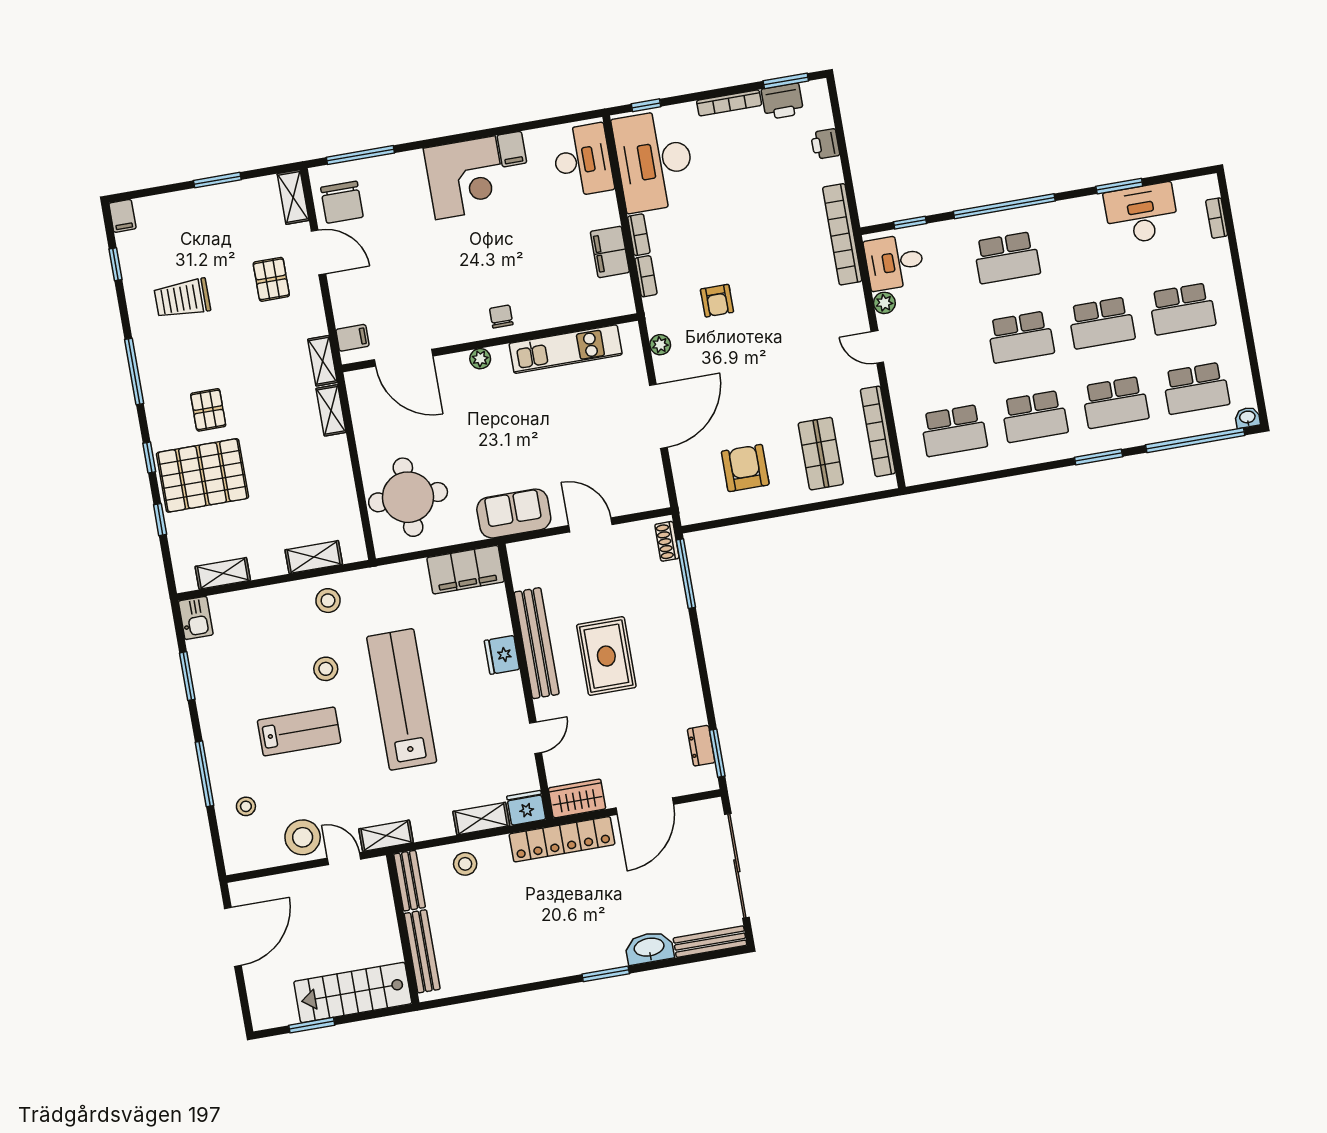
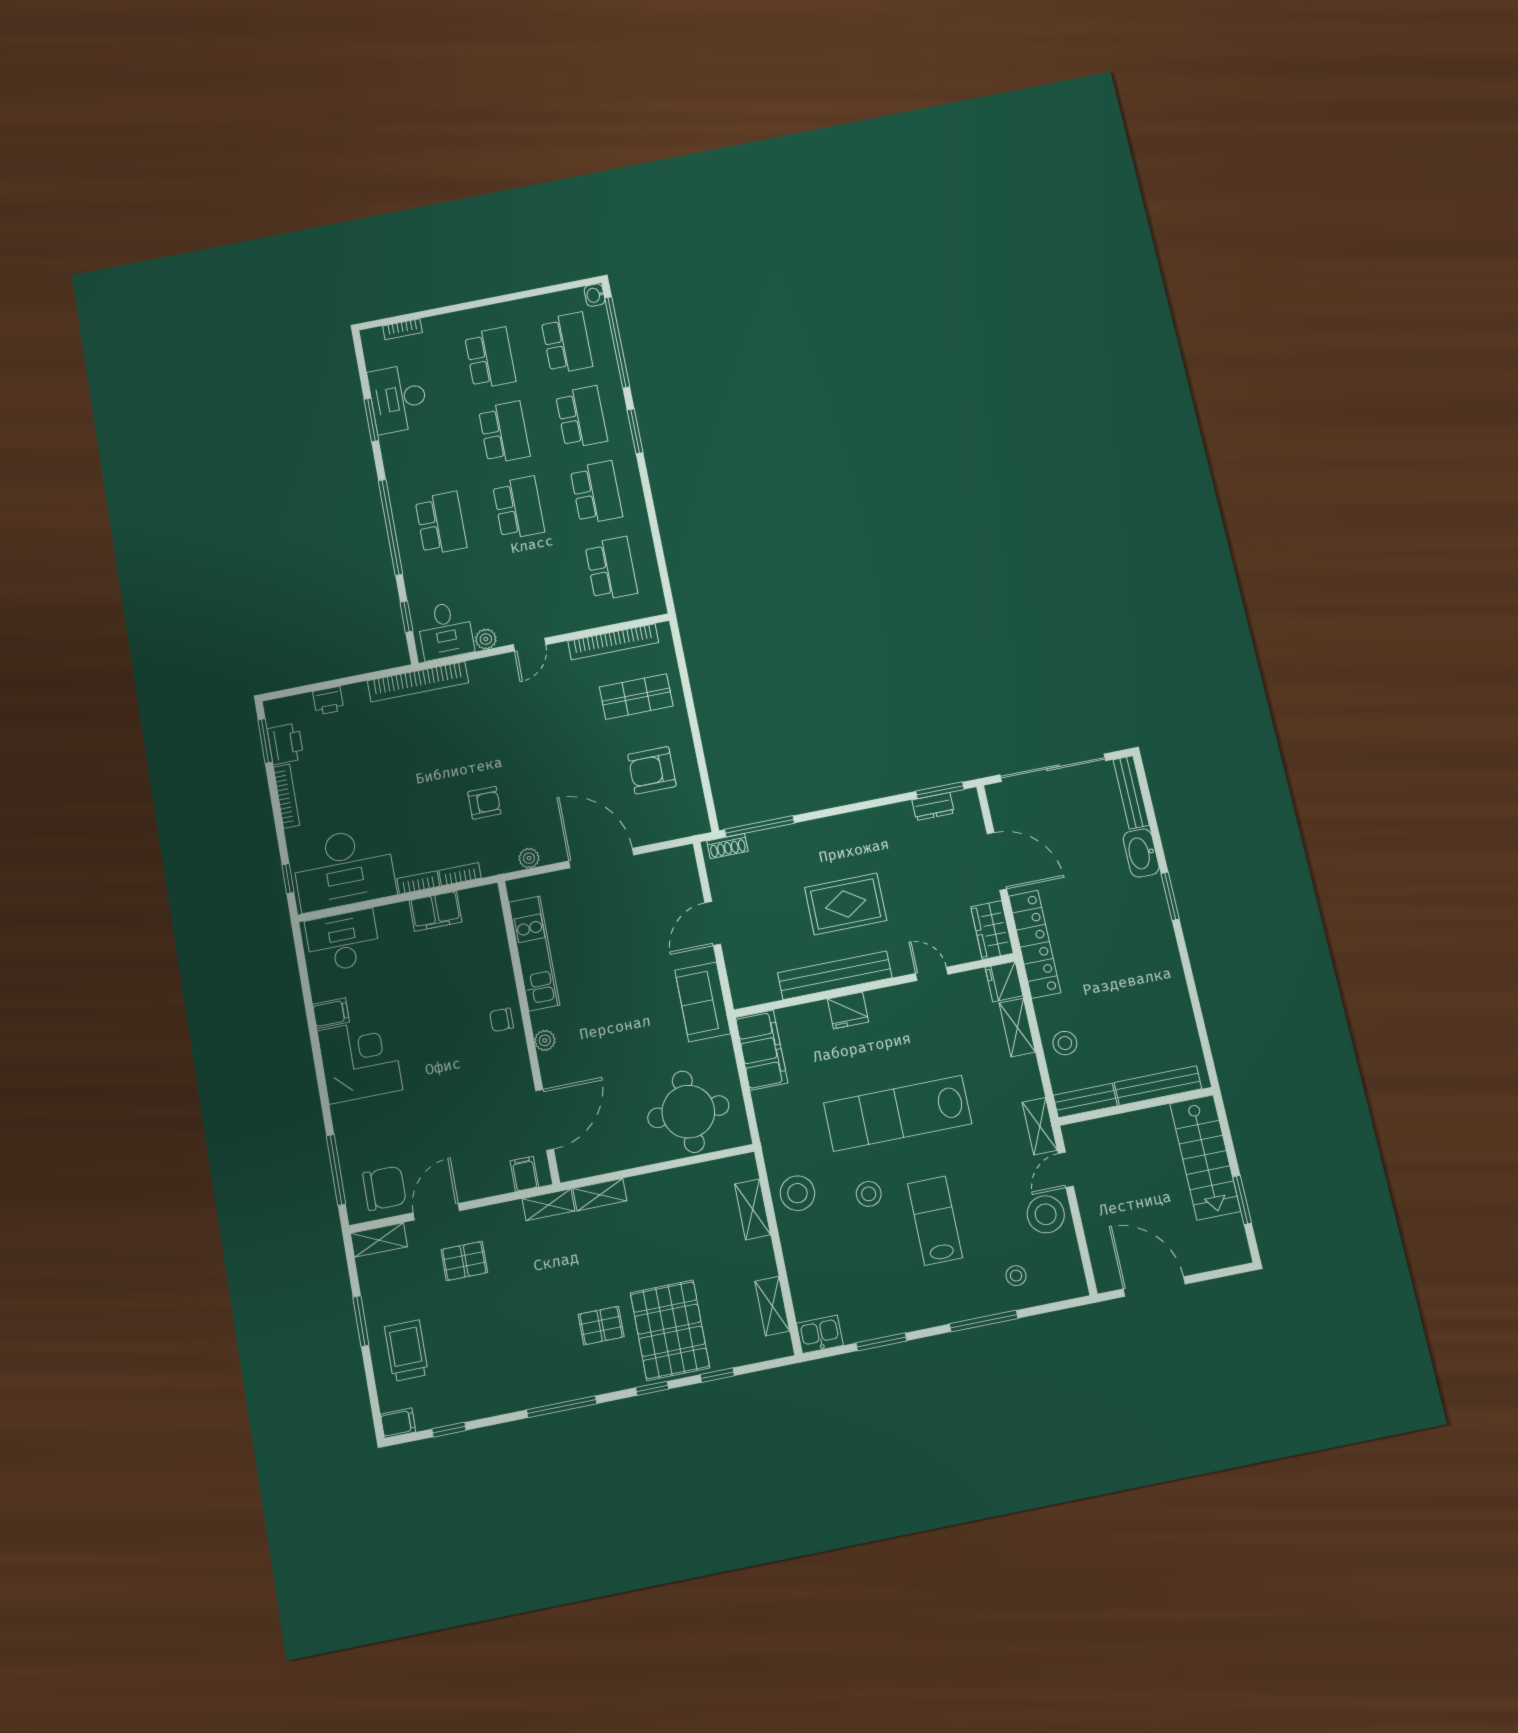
trolley: (182, 298) -> (406, 1351), moved, turned 180
stool: (328, 601) -> (797, 1193), width x1.38, depth x1.38

